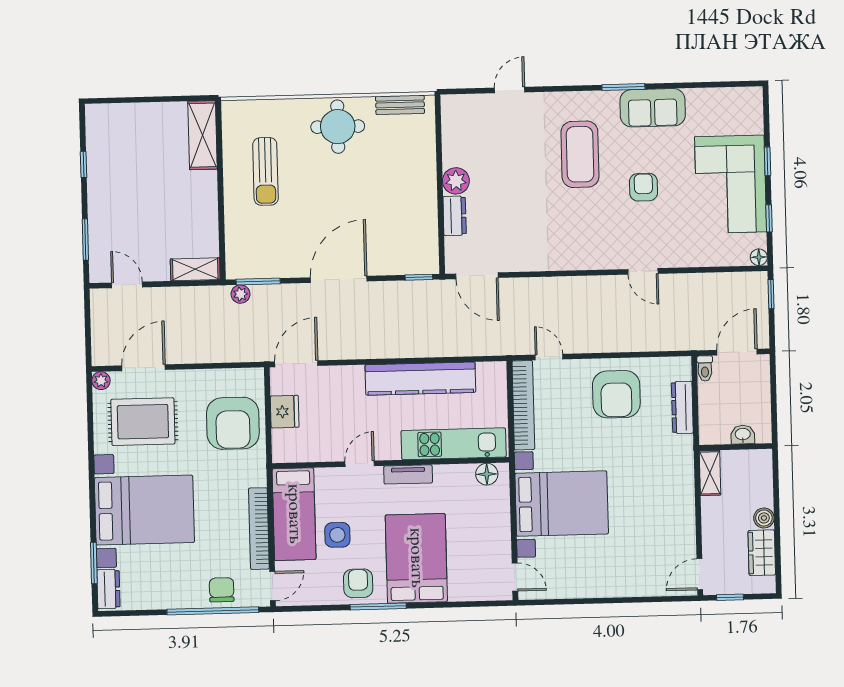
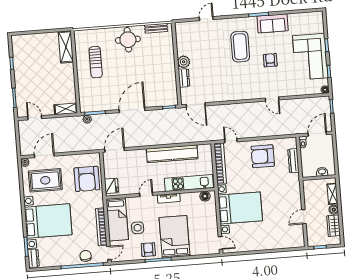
armchair: (616, 394) -> (263, 156), turned 90
fridge: (285, 412) -> (111, 186), moved
shelving: (710, 473) -> (332, 194), moved
door: (700, 574) -> (304, 217), moved

